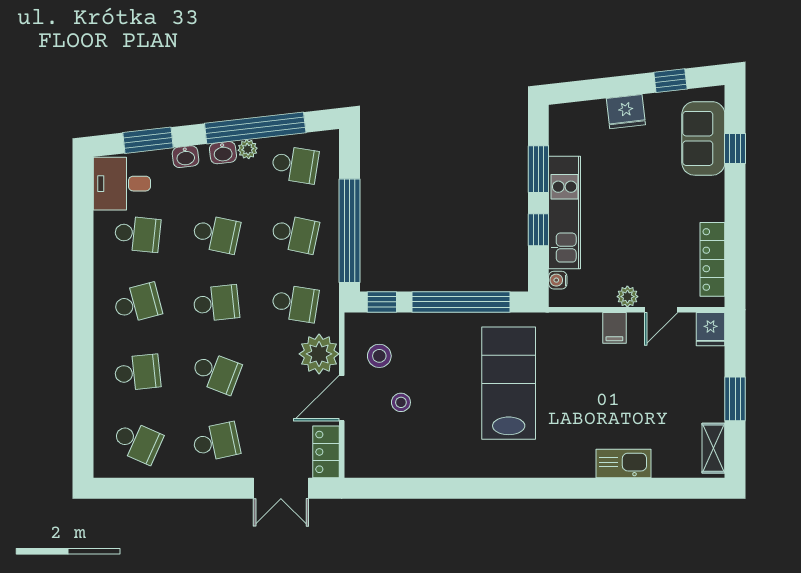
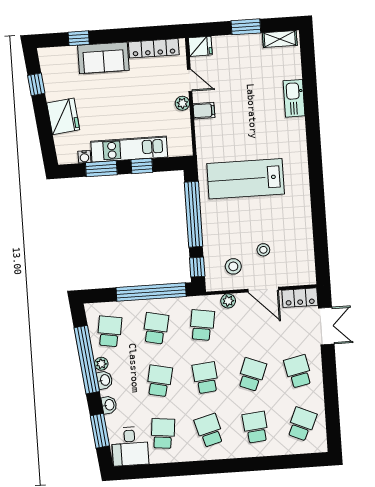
fridge: (626, 112) -> (63, 116), width x1.36, depth x1.34
sofa: (703, 138) -> (103, 58), moved
water cooler: (558, 280) -> (84, 157), moved
plant: (319, 354) -> (228, 301), width x0.53, depth x0.53

